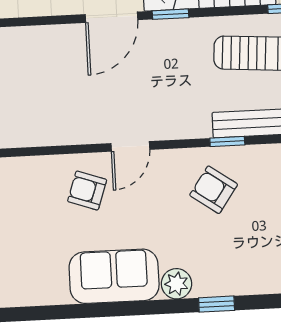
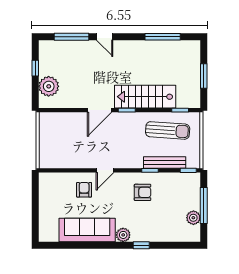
armchair: (214, 190) -> (143, 192), turned 145
armchair: (87, 191) -> (84, 190), turned 71
sofa: (114, 276) -> (87, 230), width x1.36

